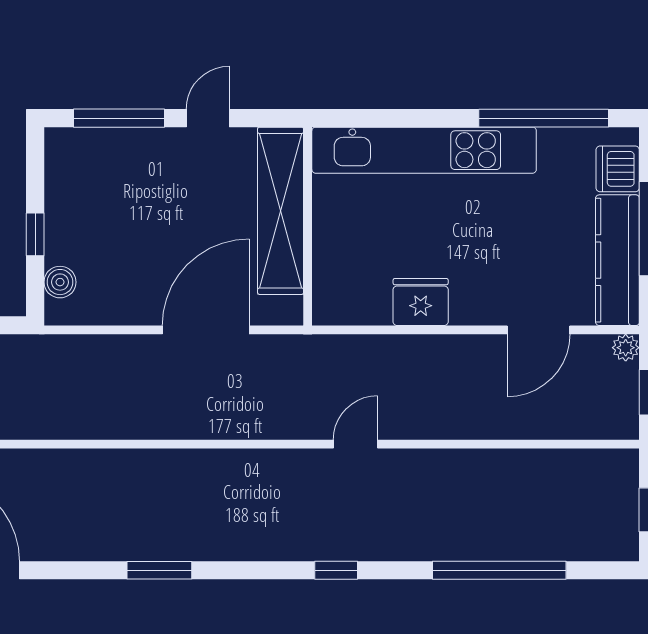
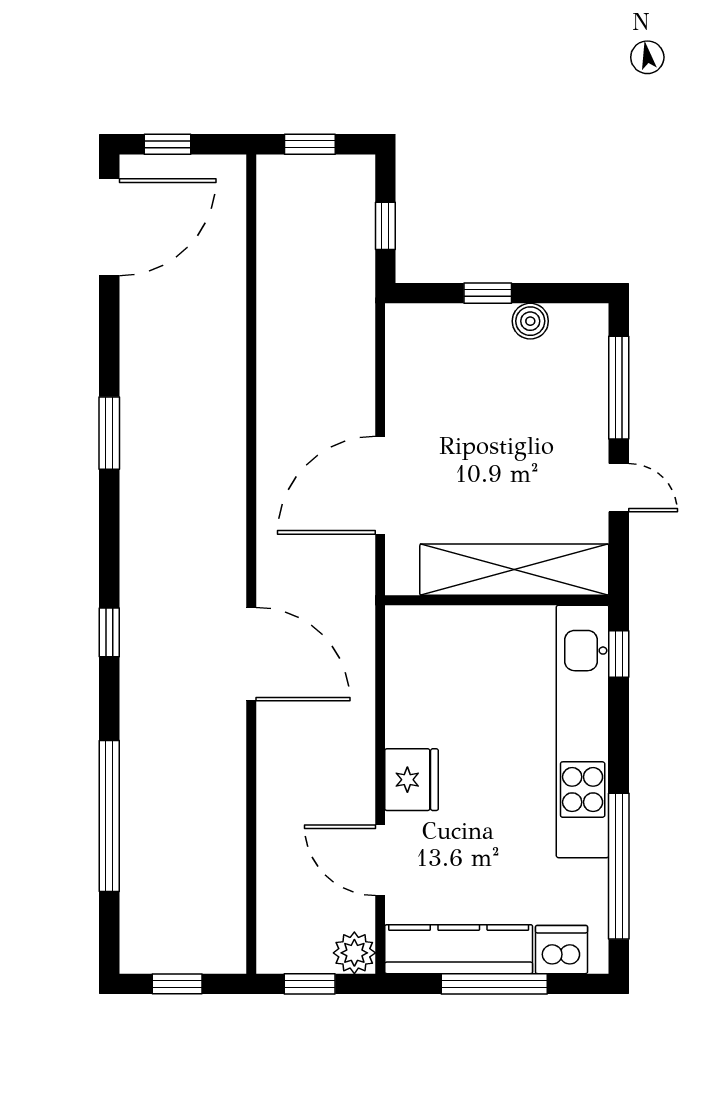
window: (355, 118) -> (619, 654), added
boiler: (60, 282) -> (530, 321), moved
fridge: (421, 302) -> (412, 780), moved
door: (206, 330) -> (380, 485), swing flipped
plant: (626, 348) -> (354, 953), width x1.38, depth x1.38
door: (356, 444) -> (251, 654), width x1.87

